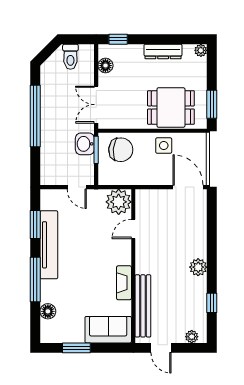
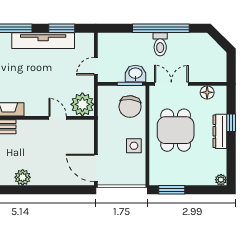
window: (118, 39) -> (231, 123), moved
dresser: (163, 51) -> (220, 131), moved
toilet: (70, 57) -> (160, 44), moved, turned -90
dining table: (171, 107) -> (176, 130), moved
door: (188, 187) -> (96, 168), swing flipped

